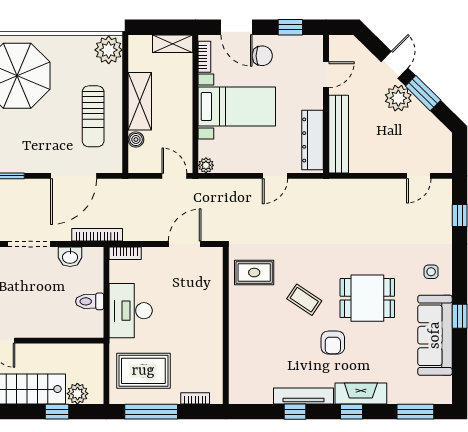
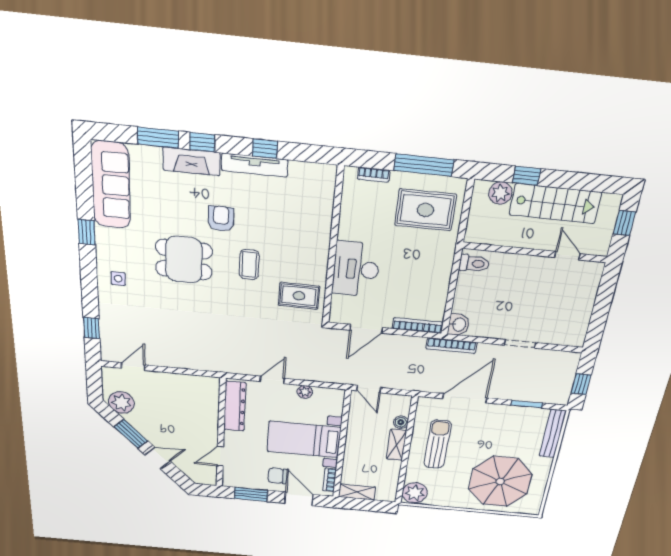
window: (290, 27) -> (251, 494), width x1.50
door: (394, 65) -> (158, 458), swing flipped
plant: (398, 98) -> (122, 402), moved
shelving: (140, 101) -> (397, 445), width x0.67, depth x0.75
bench: (339, 134) -> (210, 409), removed
plant: (206, 165) -> (305, 392), moved
doorway: (29, 244) -> (520, 344), width x0.73
bookcase: (125, 253) -> (418, 325), width x1.56
washbasin: (70, 257) -> (459, 325), moved, turned 90
coffee table: (304, 300) -> (249, 265), turned 56
toilet: (90, 301) -> (474, 263), moved
desk: (131, 311) -> (356, 269), moved, turned 180
sofa: (435, 335) -> (111, 185), moved
window: (415, 412) -> (158, 138), moved

